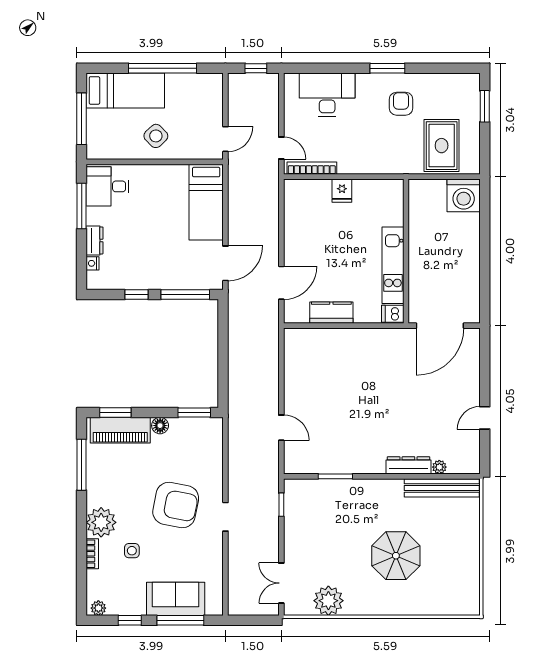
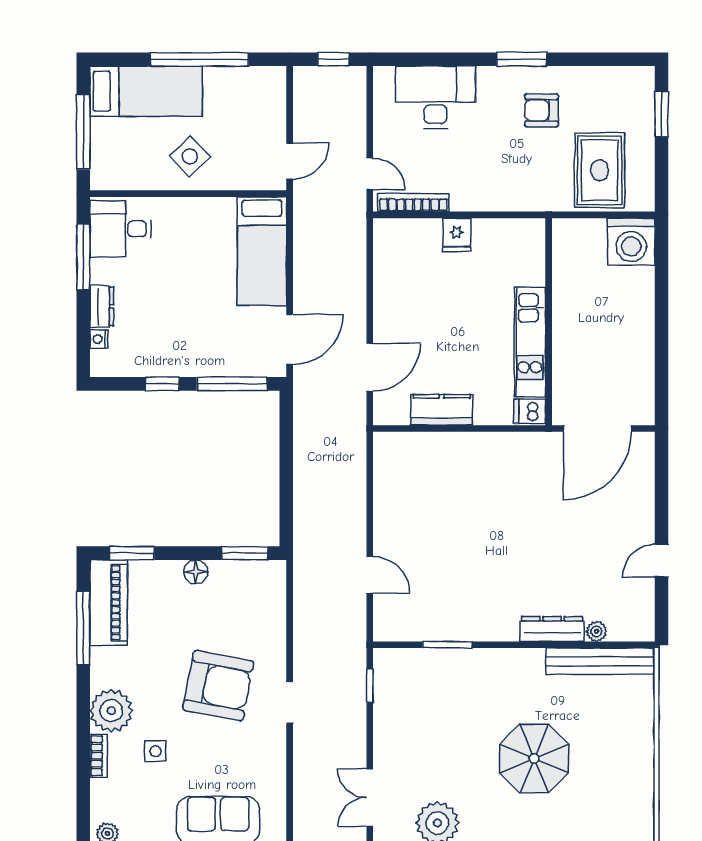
armchair: (401, 104) -> (541, 110), turned -90
piano: (120, 430) -> (109, 603), moved, turned -90

